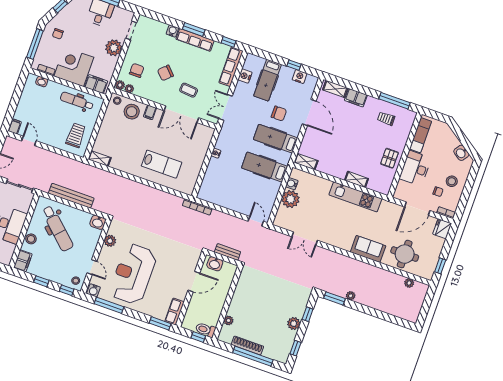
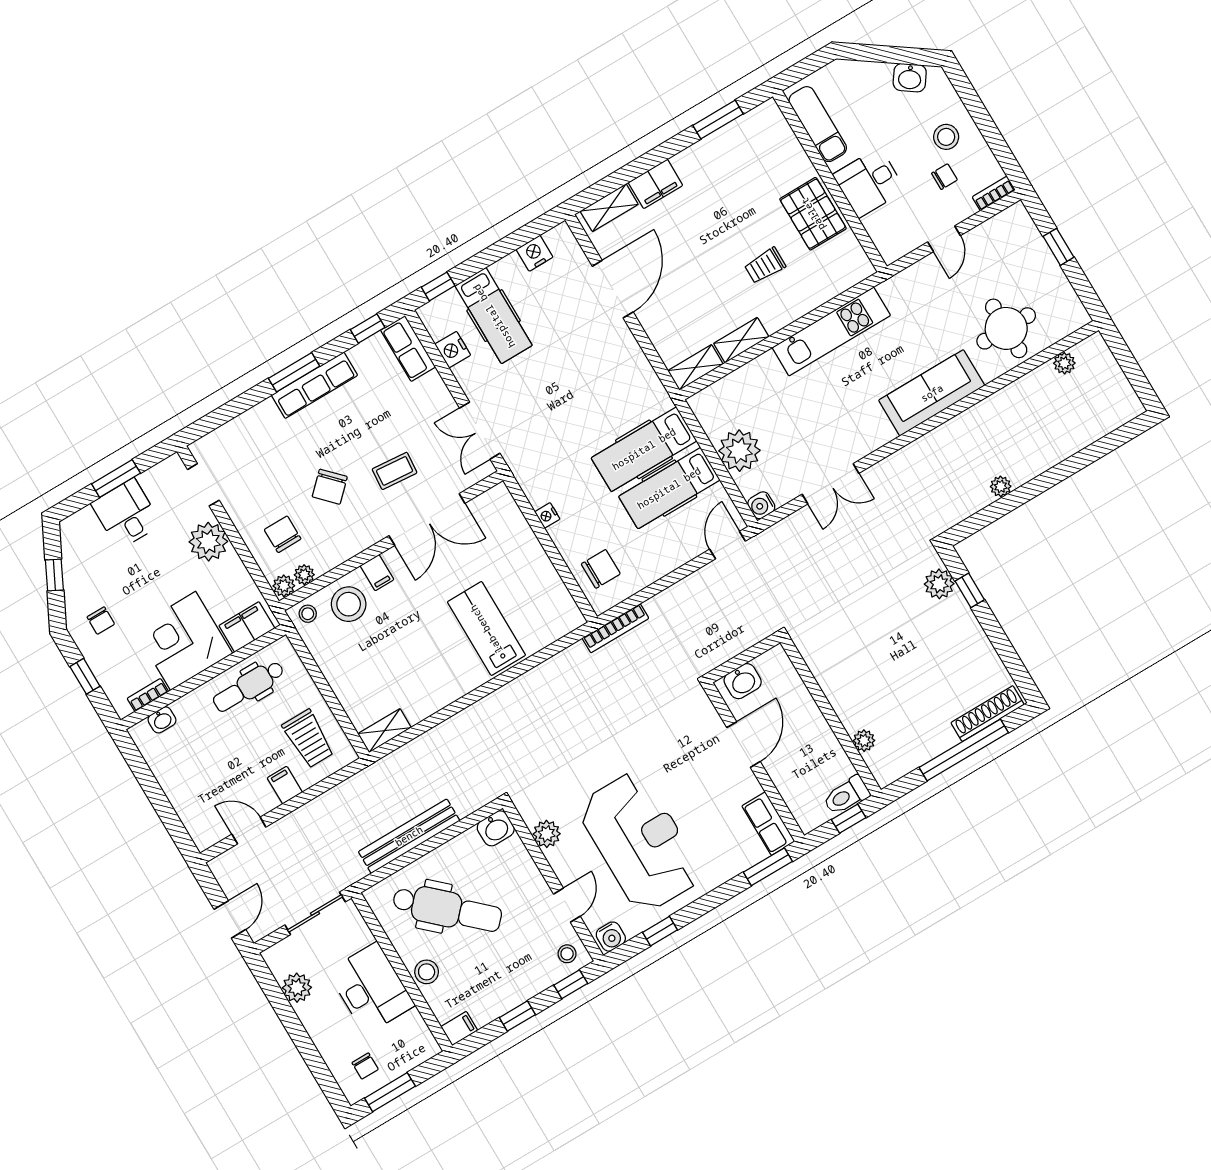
water cooler: (172, 31) -> (265, 412), removed
window: (35, 44) -> (85, 676), width x0.46
window: (294, 65) -> (438, 286), moved
row of seats: (231, 67) -> (408, 348), width x0.68
window: (395, 101) -> (718, 120), width x0.69
door: (309, 112) -> (613, 289), hinge flipped
chair: (279, 114) -> (601, 569), moved
trolley: (386, 119) -> (765, 266), moved
filing cabinet: (15, 126) -> (285, 785), moved
trolley: (76, 135) -> (308, 739), turned 180
hospital bed: (276, 139) -> (669, 488), moved
pallet: (389, 158) -> (813, 214), width x1.50, depth x1.42
lab bench: (162, 164) -> (486, 629), turned -90
desk: (415, 168) -> (869, 183), width x0.73
shelving: (357, 179) -> (741, 340), moved
water cooler: (292, 184) -> (761, 505), moved
door: (417, 209) -> (944, 239), width x0.53
door: (256, 221) -> (727, 545), hinge flipped
fridge: (442, 229) -> (1016, 224), removed
sofa: (368, 249) -> (932, 393), width x1.36
bench: (228, 252) -> (741, 641), removed
filing cabinet: (23, 261) -> (459, 1028), width x0.50
window: (440, 266) -> (1059, 247), moved
door: (92, 267) -> (567, 905), hinge flipped
reception desk: (133, 274) -> (640, 842), turned 180
window: (335, 298) -> (982, 519), removed
window: (109, 305) -> (660, 931), width x0.46
plant: (294, 324) -> (939, 584), moved
shoe rack: (247, 346) -> (988, 714), moved
window: (296, 348) -> (1012, 662), removed

